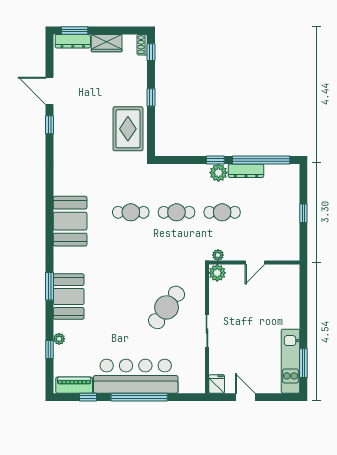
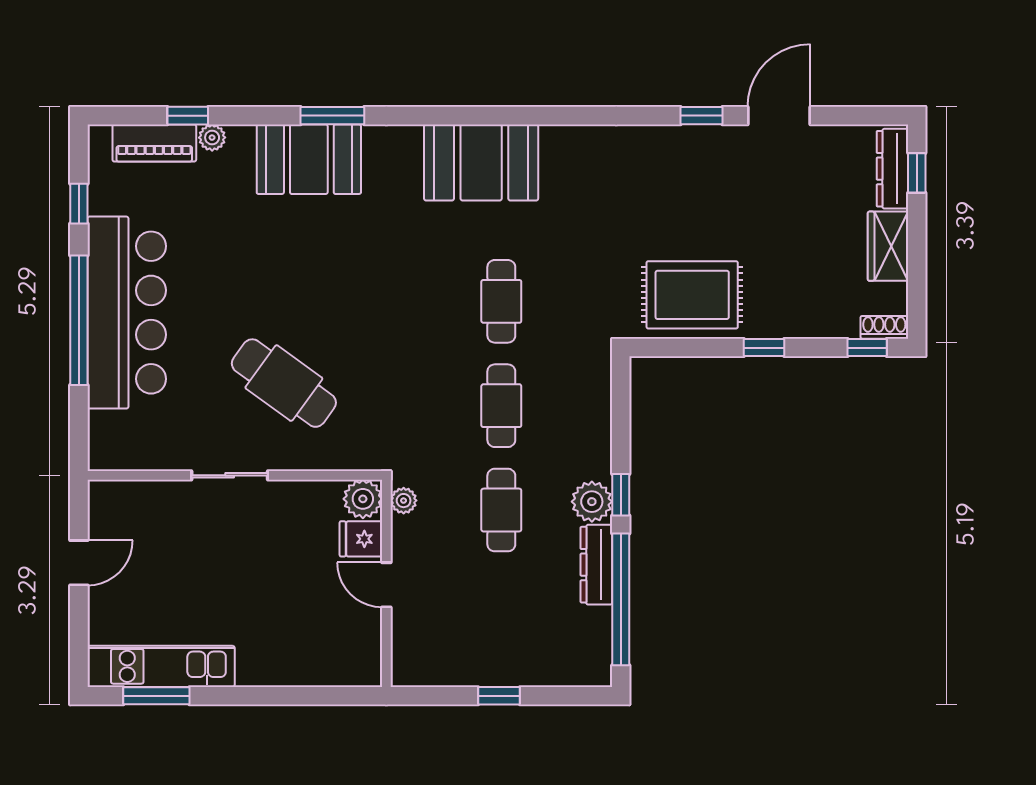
window: (75, 31) -> (917, 173), width x0.67
fridge: (217, 384) -> (361, 539), moved, turned 180
piano: (74, 385) -> (154, 143), moved, turned 90

